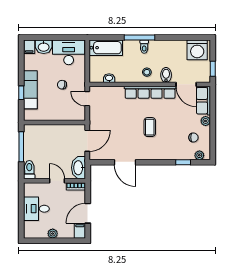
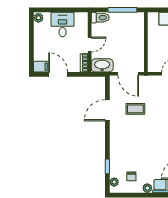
coffee table: (150, 127) -> (135, 109), moved
plant: (53, 234) -> (38, 18), moved

